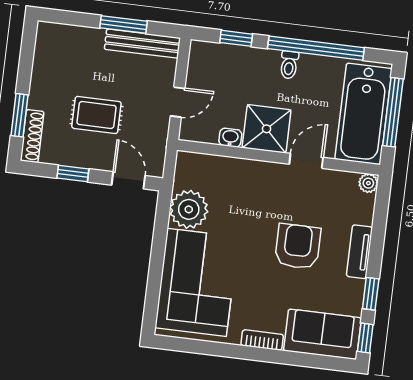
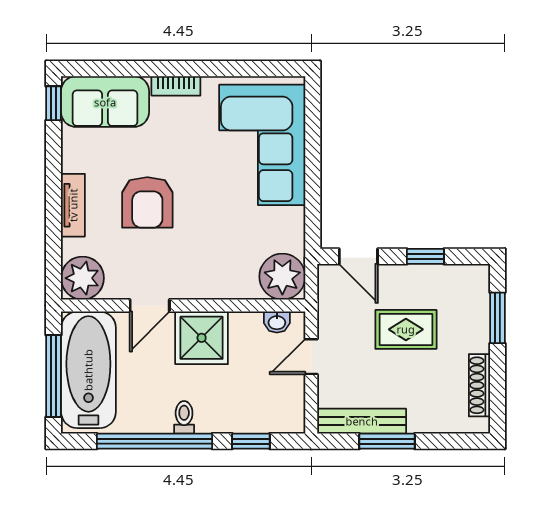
shoe rack: (32, 136) -> (479, 385), moved
washbasin: (230, 138) -> (277, 322), moved
plant: (368, 183) -> (82, 278), width x1.87, depth x1.87
plant: (189, 209) -> (282, 277), moved
window: (371, 294) -> (54, 157), removed

